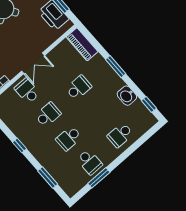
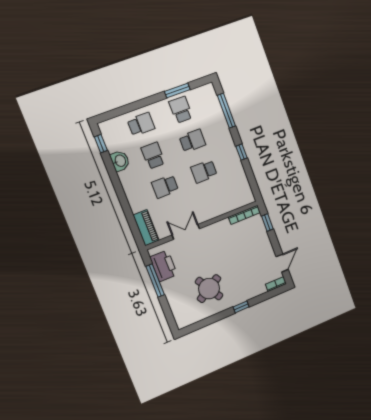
double door: (33, 63) -> (186, 232), moved
window: (116, 67) -> (121, 194), removed
school desk: (27, 91) -> (153, 156), moved, turned 180
window: (48, 178) -> (226, 111), width x1.44

